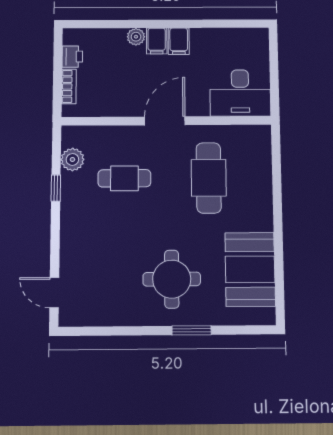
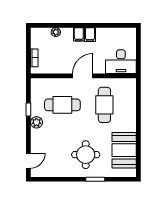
plant: (136, 37) -> (56, 32), moved
printer: (72, 57) -> (36, 42), removed
plant: (72, 159) -> (36, 122), moved
cafe table: (124, 178) -> (62, 105), width x1.37, depth x1.35
door: (54, 293) -> (28, 161), swing flipped

